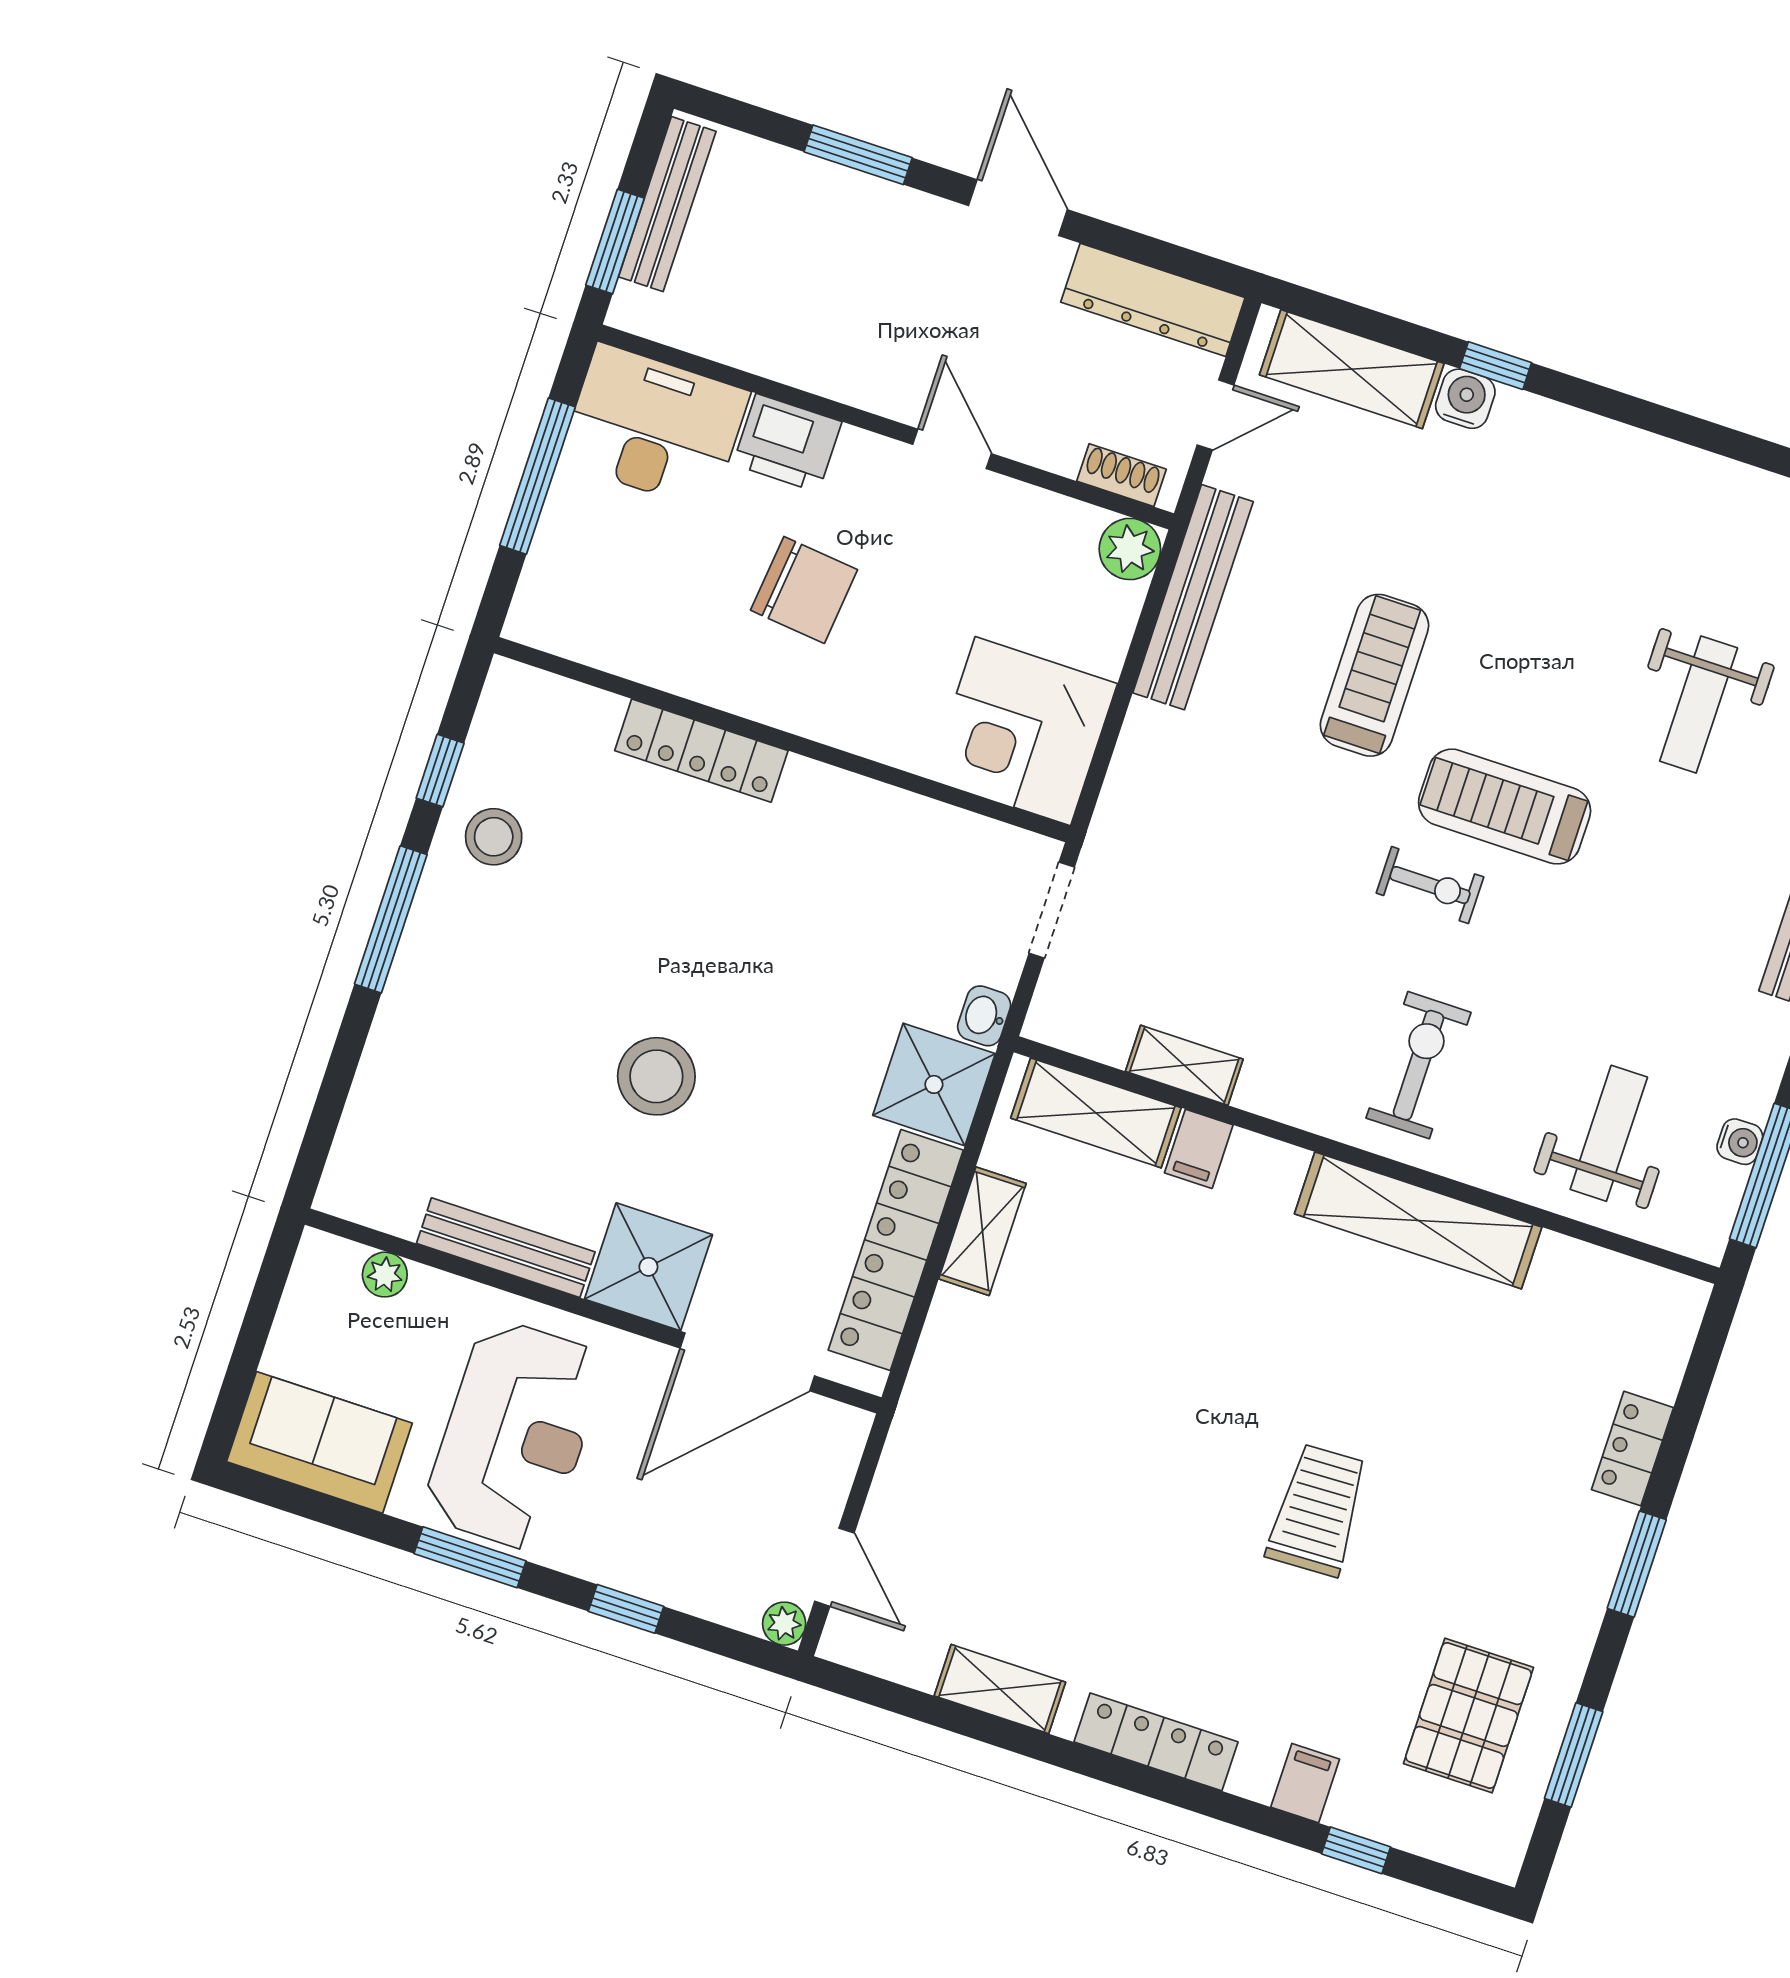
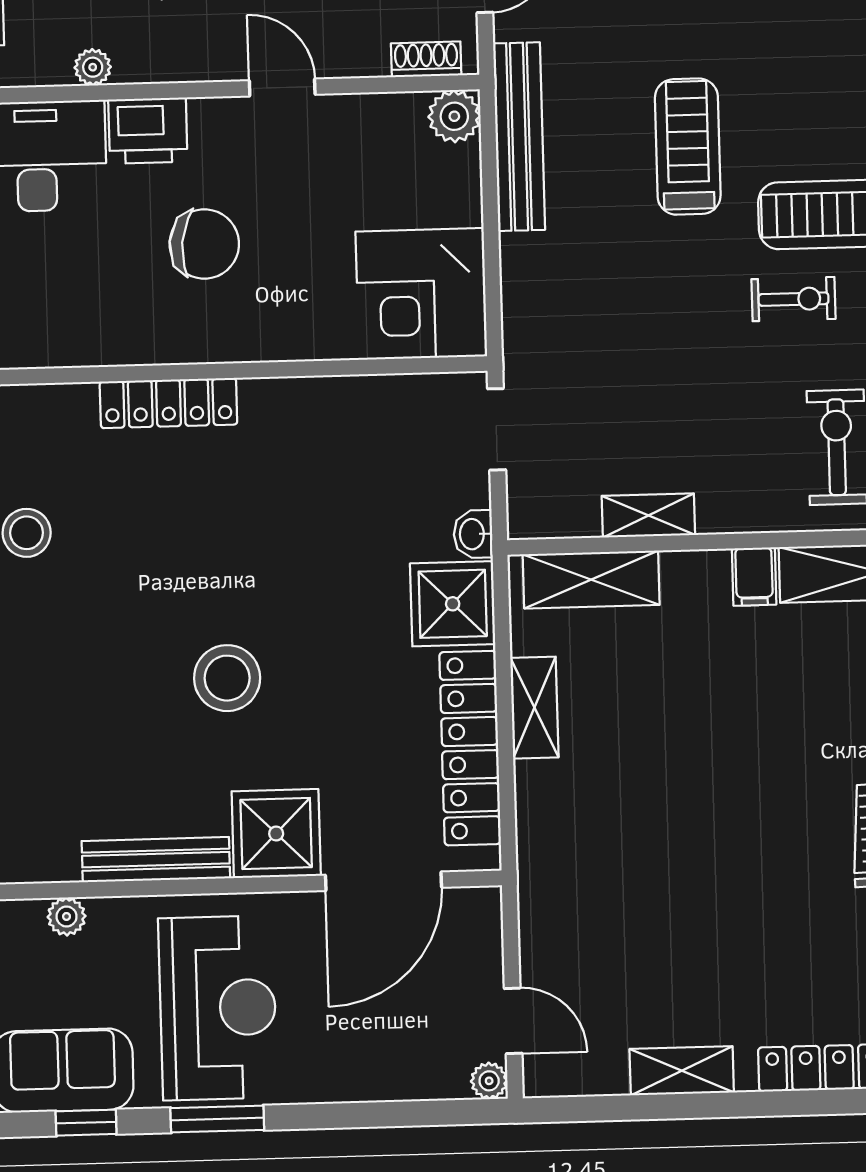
plant: (752, 351) -> (93, 67), added
filing cabinet: (1199, 1149) -> (754, 577), moved
window: (626, 1609) -> (86, 1123), moved

